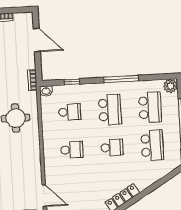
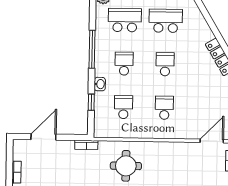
washbasin: (46, 91) -> (100, 84), moved
school desk: (110, 110) -> (124, 64), width x0.54

